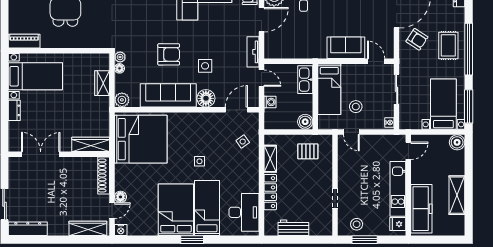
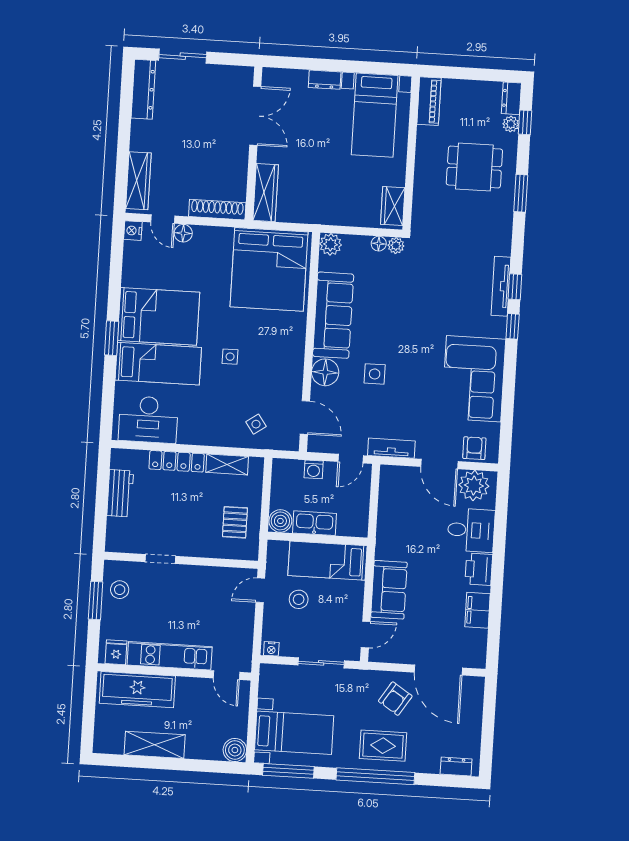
armchair: (169, 54) -> (395, 320), removed
kitchen sink: (305, 80) -> (315, 523), moved
wardrobe: (102, 83) -> (393, 206), moved, turned -90

